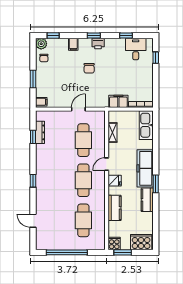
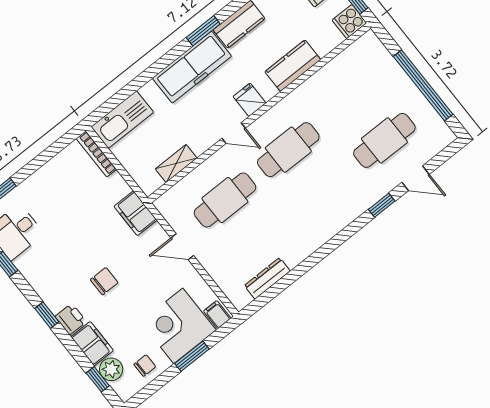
plant: (41, 44) -> (111, 369), moved
filing cabinet: (73, 44) -> (92, 344), width x2.00
printer: (98, 44) -> (71, 319), moved
corner desk: (49, 83) -> (178, 326), added
filing cabinet: (118, 101) -> (135, 213), moved
window: (33, 137) -> (283, 284), removed
window: (33, 181) -> (382, 205), moved
cafe table: (83, 220) -> (384, 140), moved
door: (33, 221) -> (416, 178), hinge flipped

